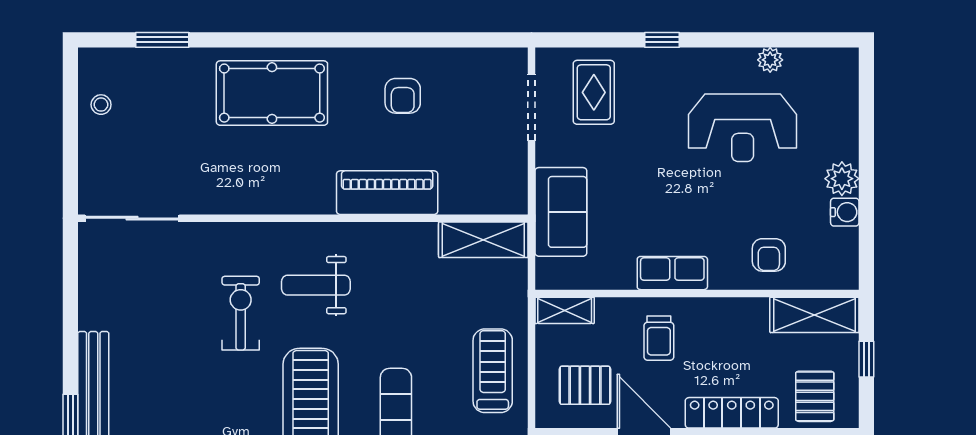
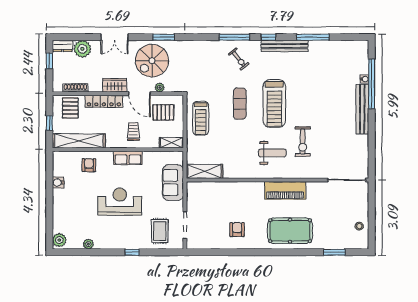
reception desk: (743, 128) -> (120, 202), moved
plant: (842, 179) -> (59, 240), moved
piano: (387, 193) -> (285, 190), moved
shelving: (814, 315) -> (79, 141), width x1.47

